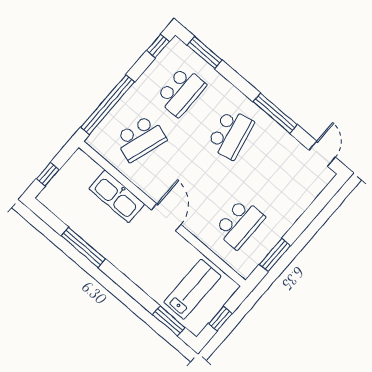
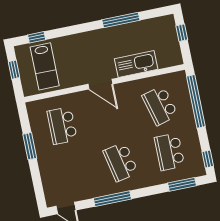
school desk: (141, 138) -> (160, 106), turned -33
window: (275, 255) -> (30, 146), moved
window: (169, 321) -> (37, 37), width x0.67

